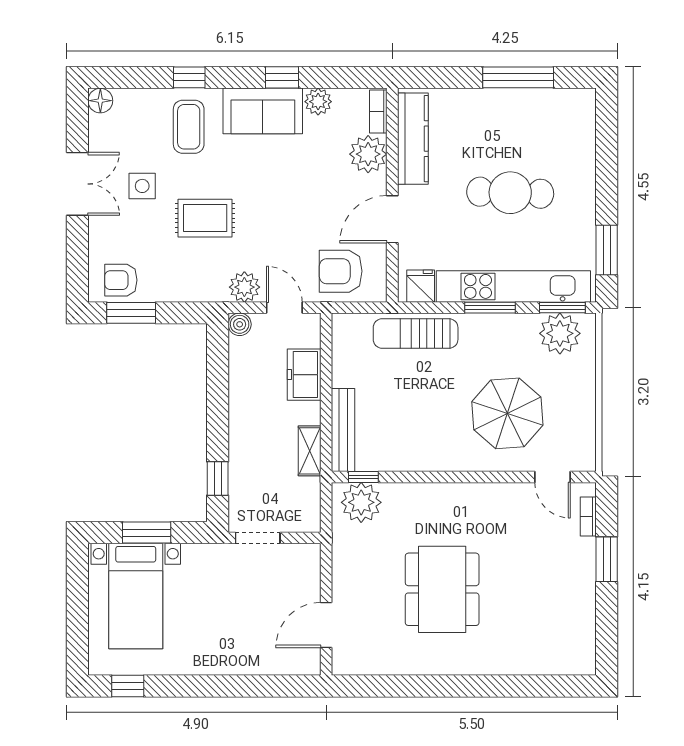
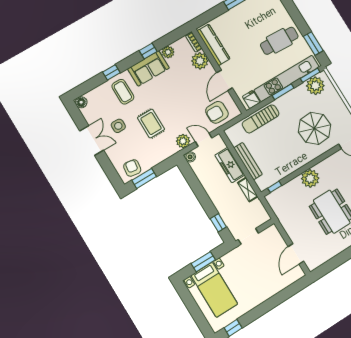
cafe table: (510, 193) -> (279, 41), moved
rug: (205, 218) -> (151, 124), turned 90
armchair: (121, 280) -> (132, 168), turned 98
freezer: (304, 375) -> (230, 165), width x1.40
bench: (343, 430) -> (248, 161), moved
plant: (361, 502) -> (310, 178), moved

